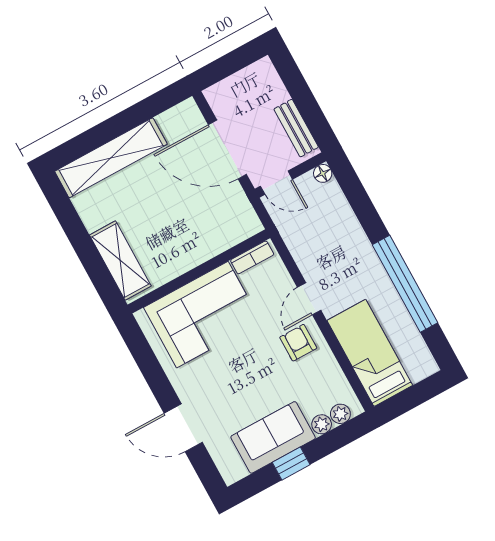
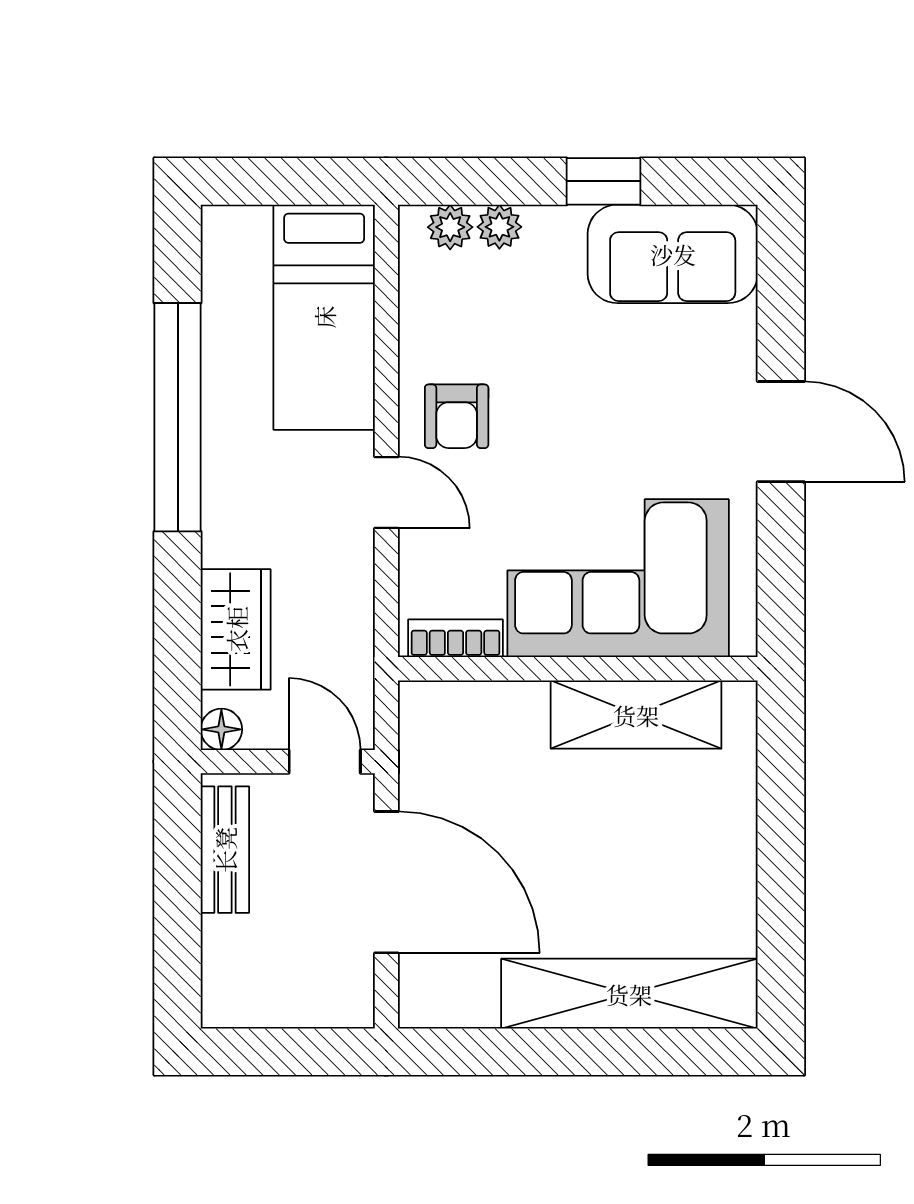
wardrobe: (338, 215) -> (236, 629), added
shelving: (120, 260) -> (636, 715), moved, turned 90
door: (309, 299) -> (386, 492), hinge flipped
door: (183, 428) -> (781, 432), moved
sofa: (273, 437) -> (673, 254), moved

